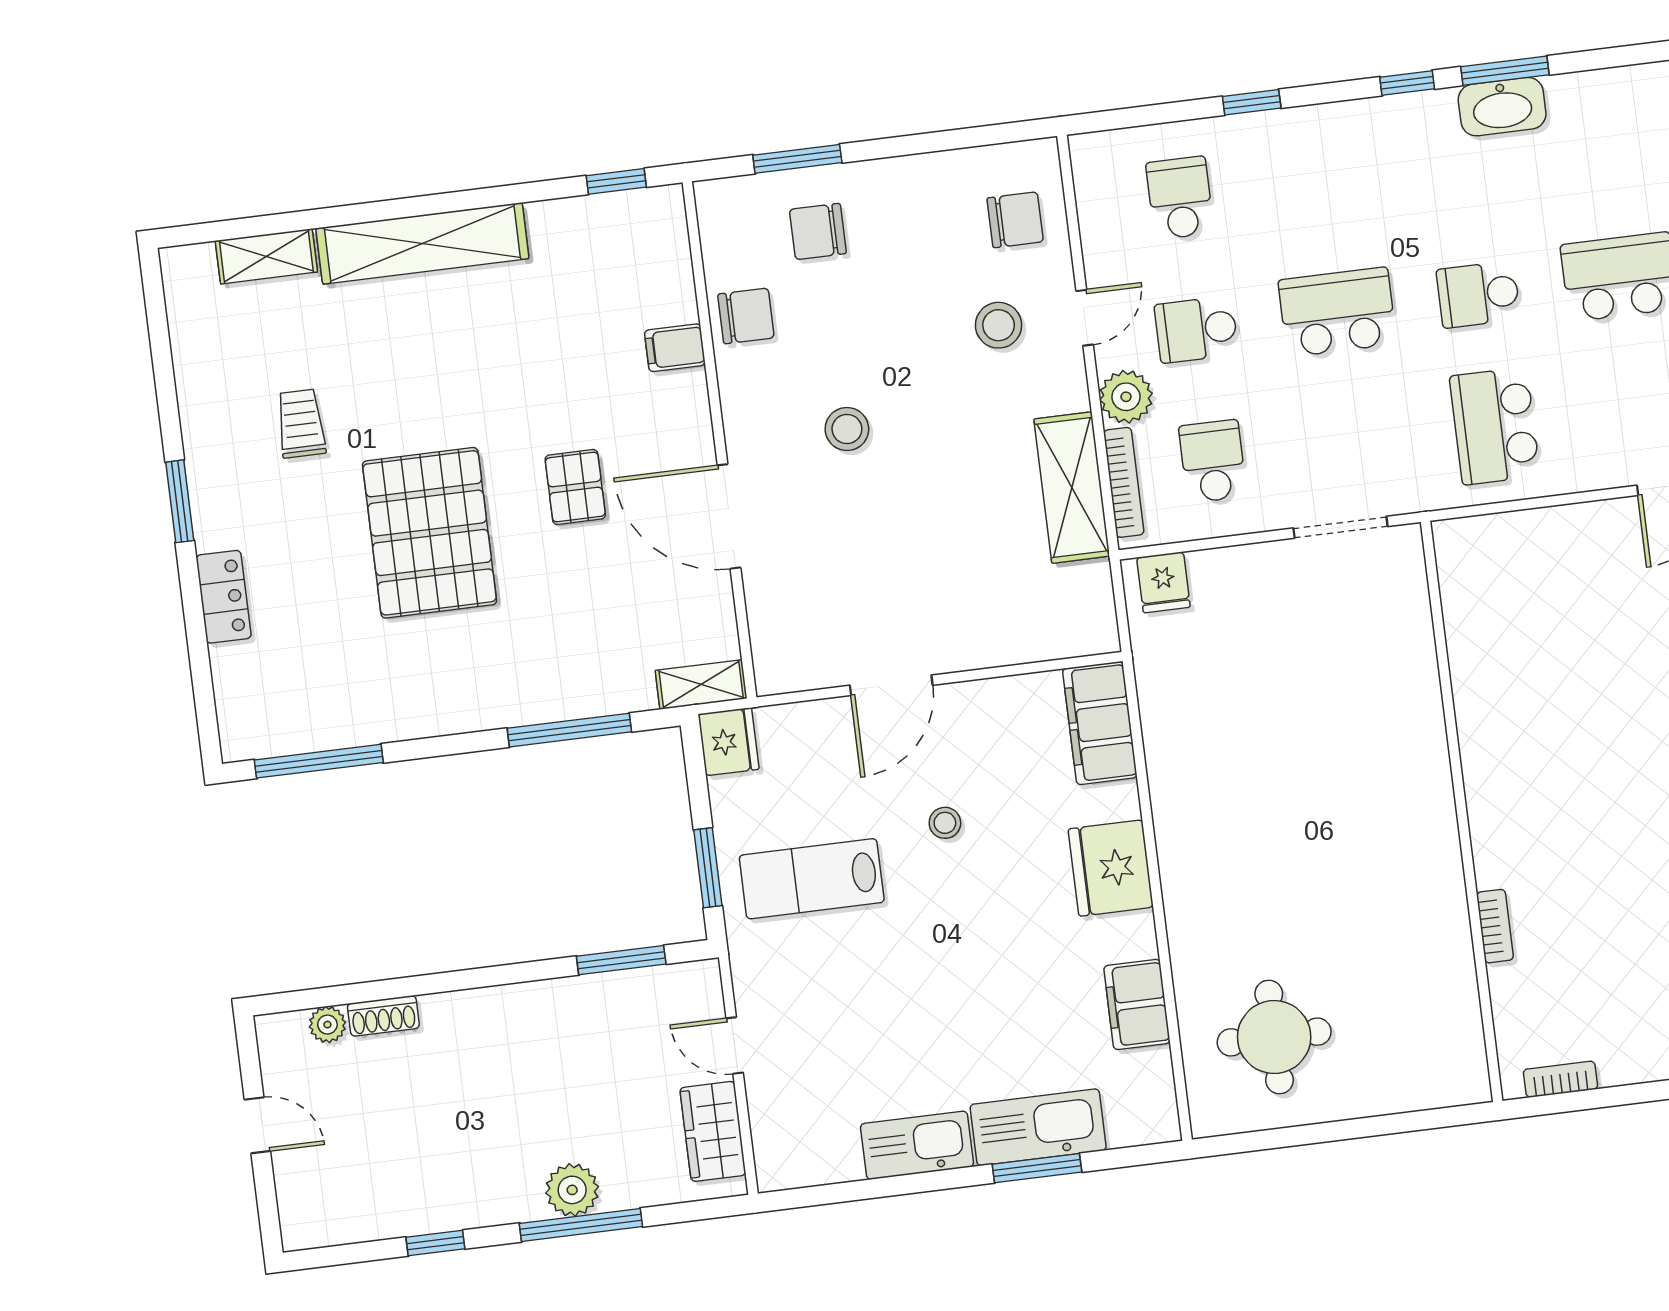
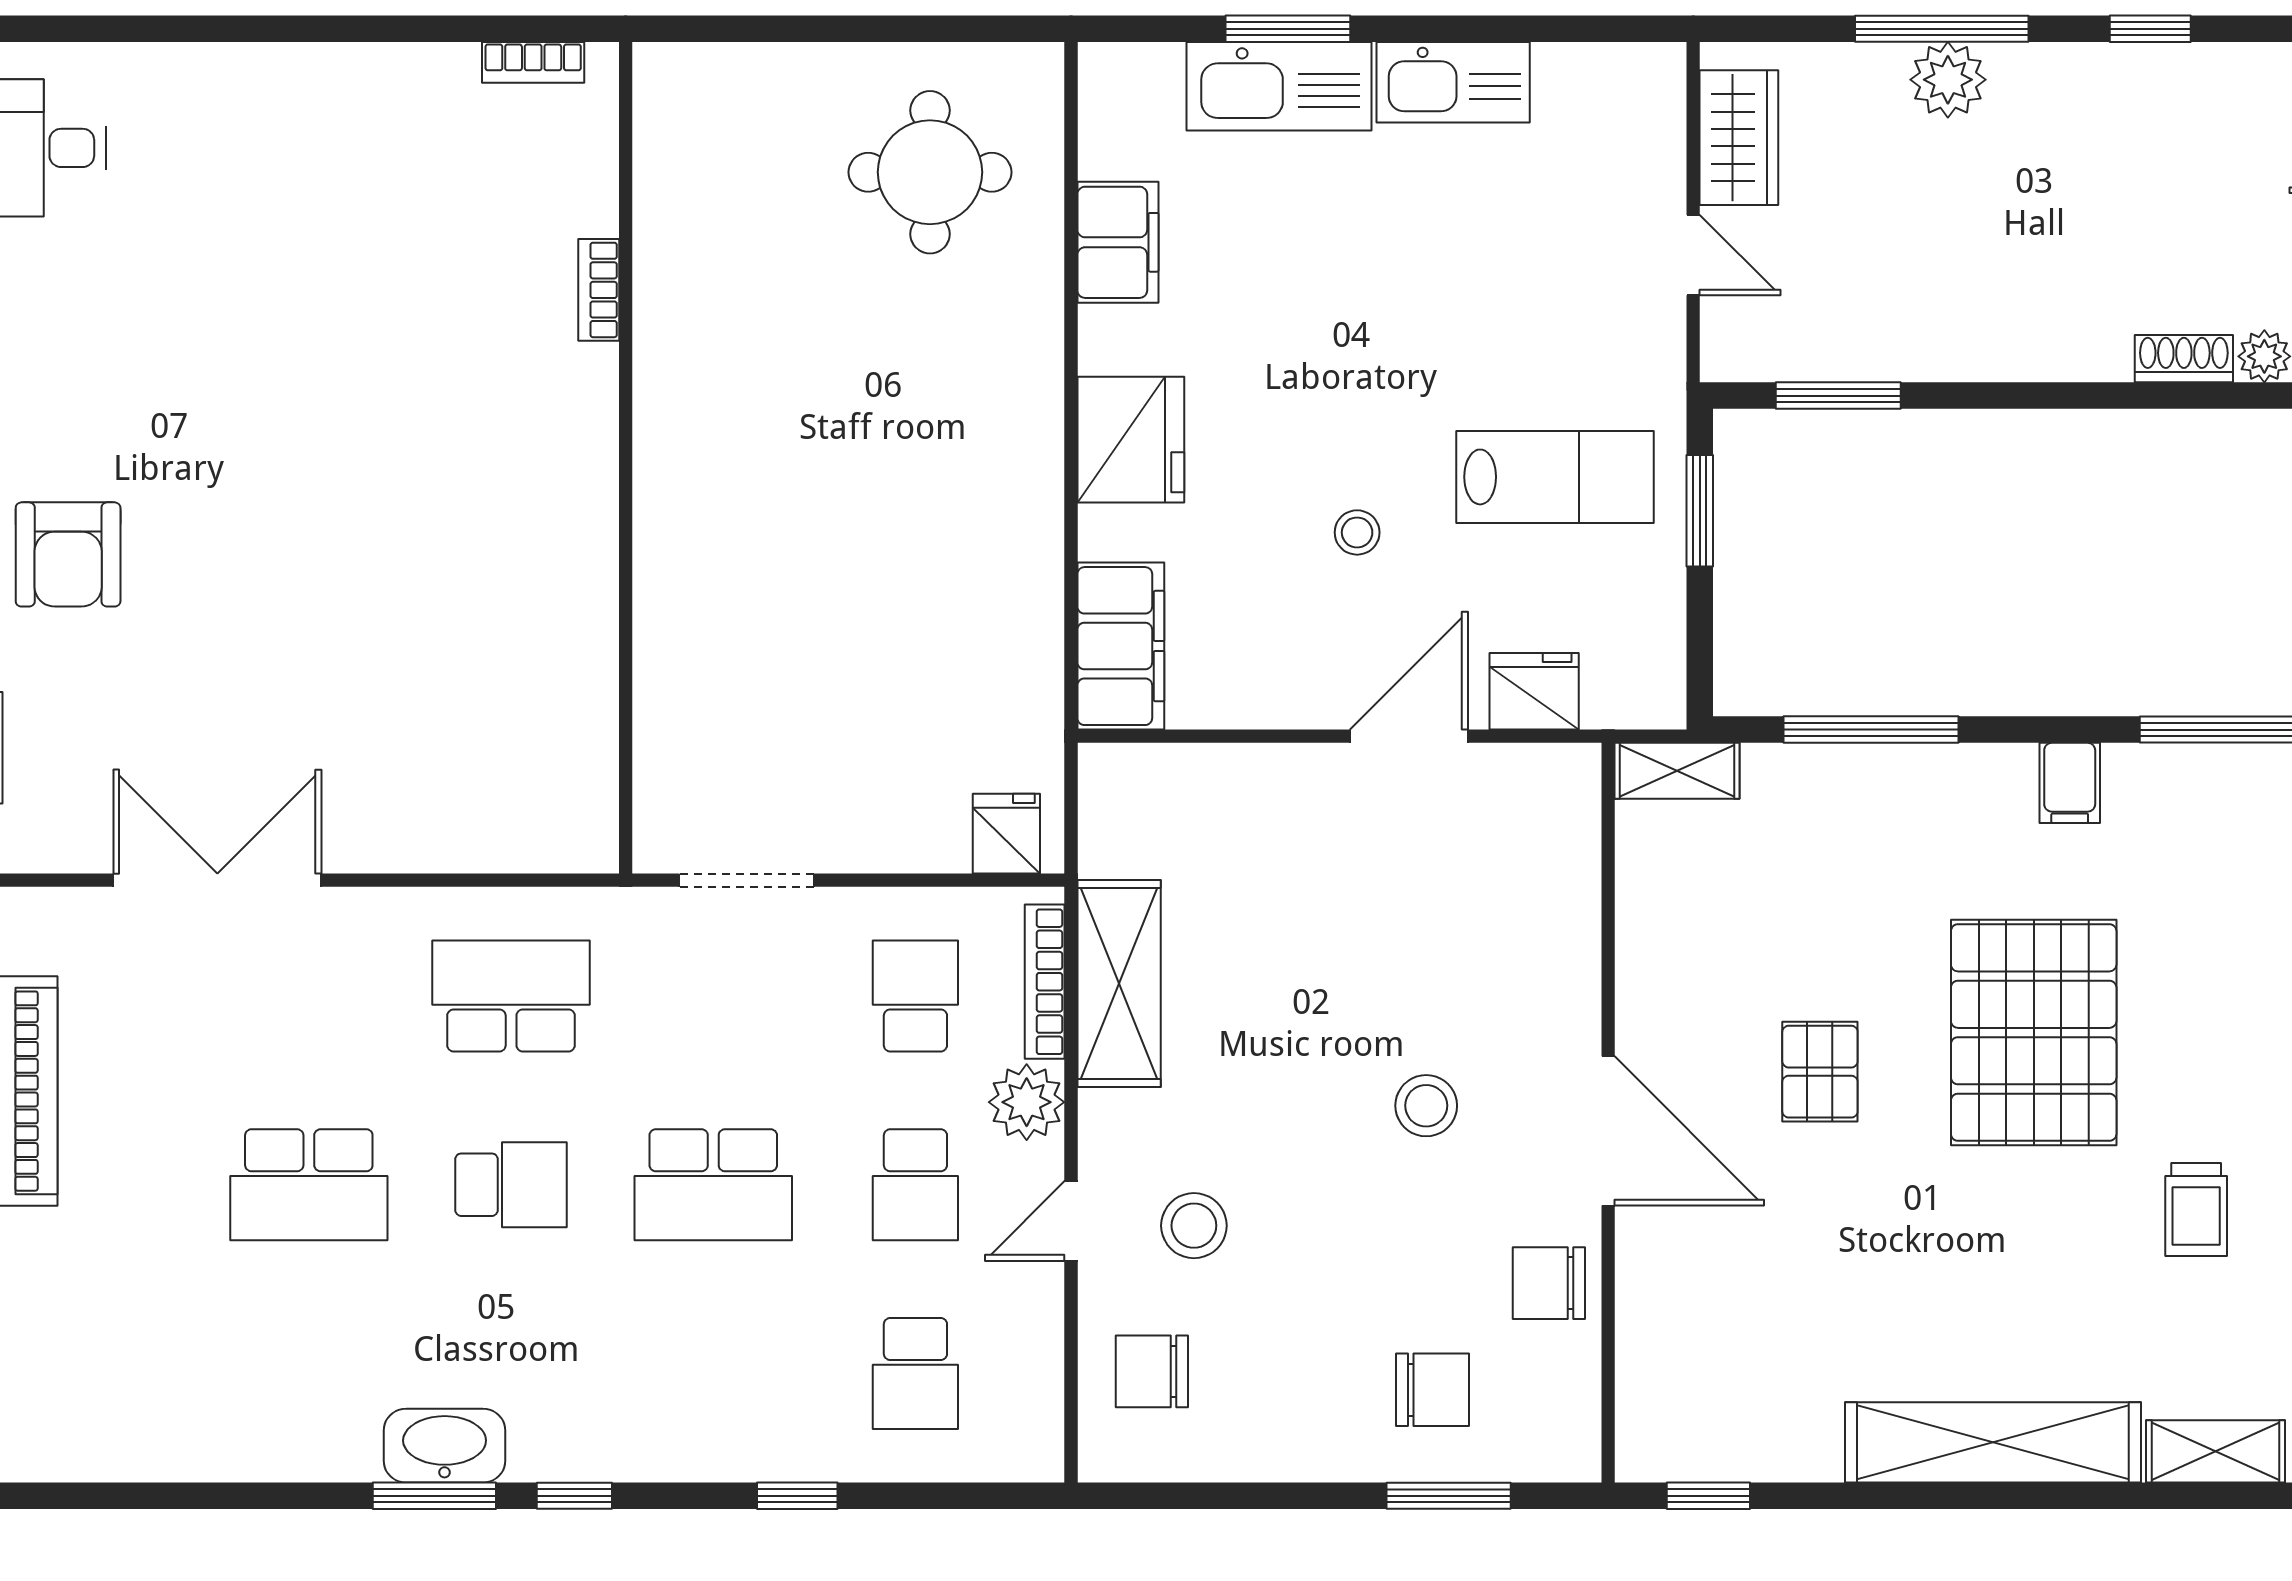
school desk: (1196, 330) -> (915, 1185), turned 90
filing cabinet: (675, 348) -> (2070, 783), moved, turned 90
school desk: (1495, 426) -> (511, 996), turned -90
school desk: (1213, 461) -> (915, 996), turned 180
door: (729, 516) -> (1608, 1131), moved
fridge: (729, 742) -> (1534, 691), moved, turned 90

